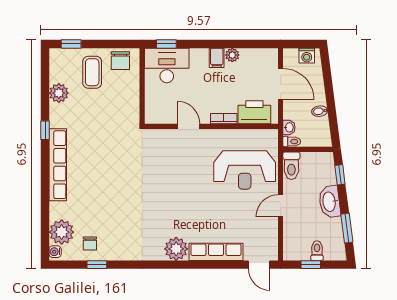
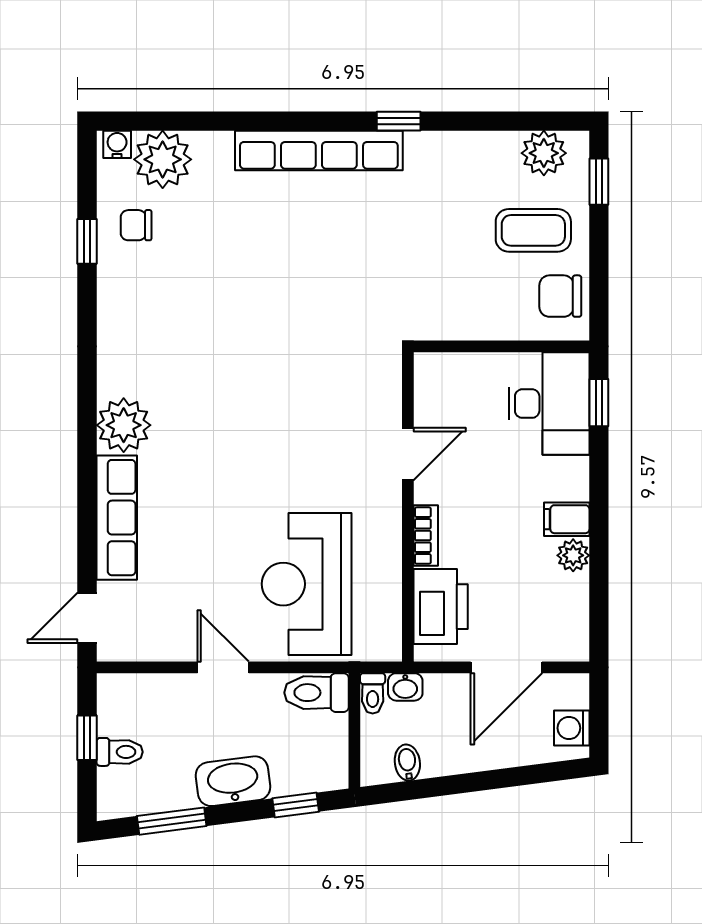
plant: (59, 93) -> (544, 153), moved
bidet: (320, 111) -> (407, 763), moved

